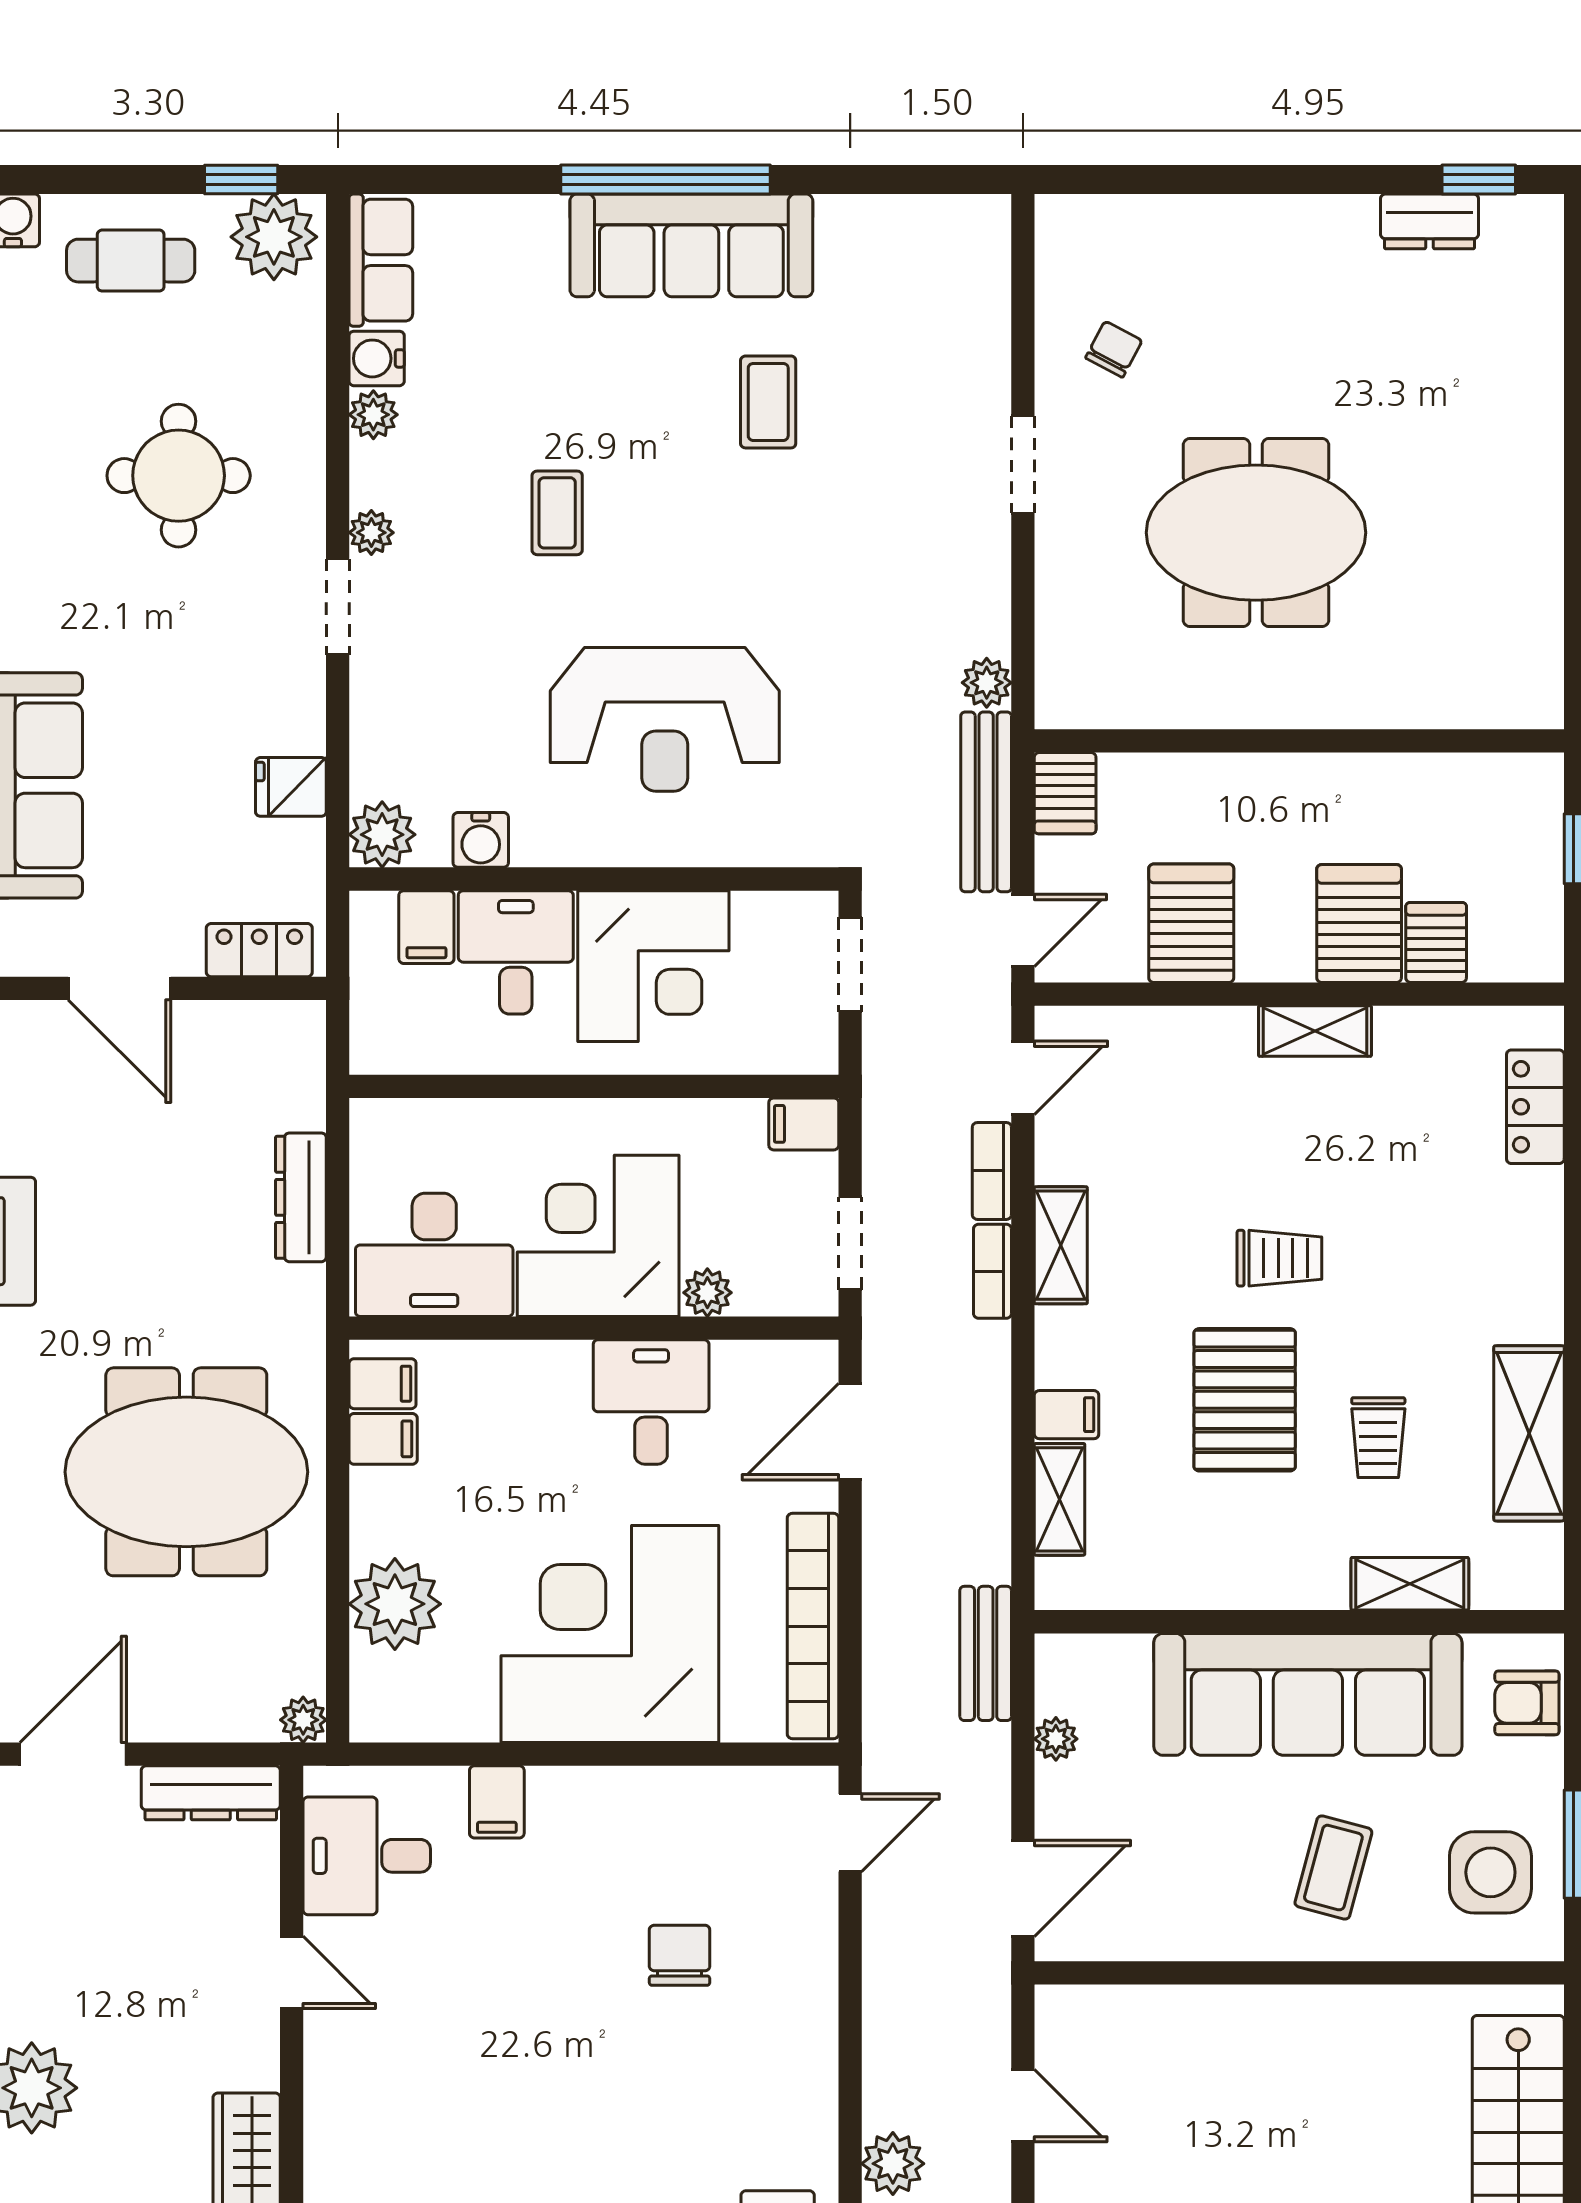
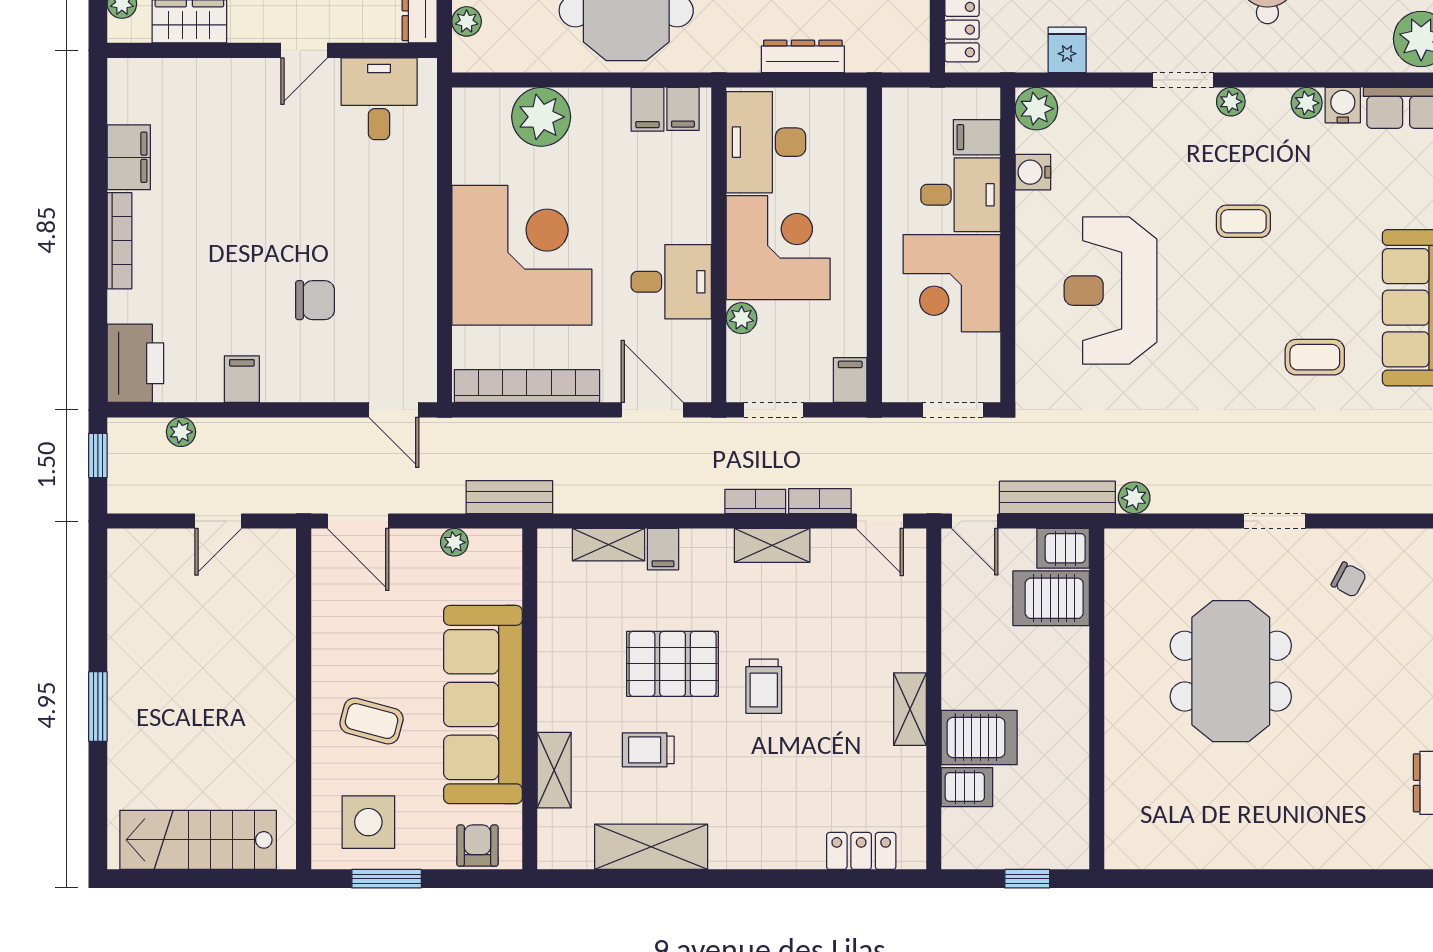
server rack: (1191, 923) -> (1051, 598), moved, turned 180
plant: (303, 1720) -> (467, 21), moved
filing cabinet: (497, 1802) -> (242, 379), moved, turned 90
plant: (893, 2164) -> (181, 432), width x0.73, depth x0.73

